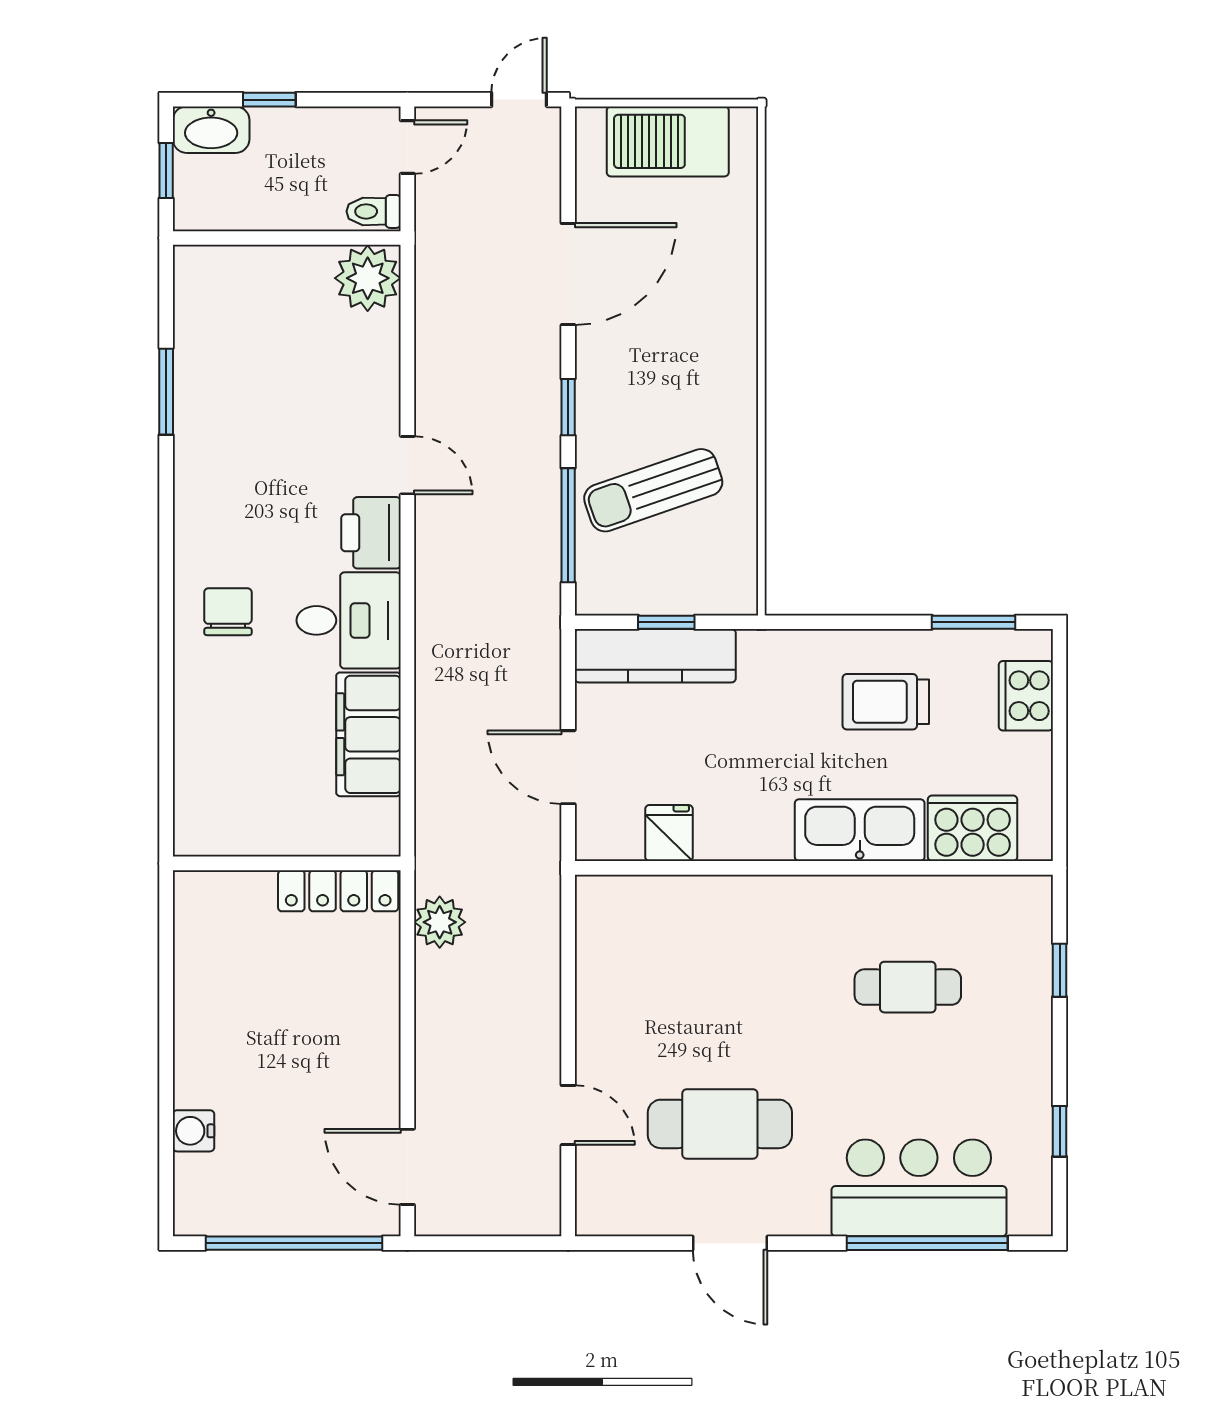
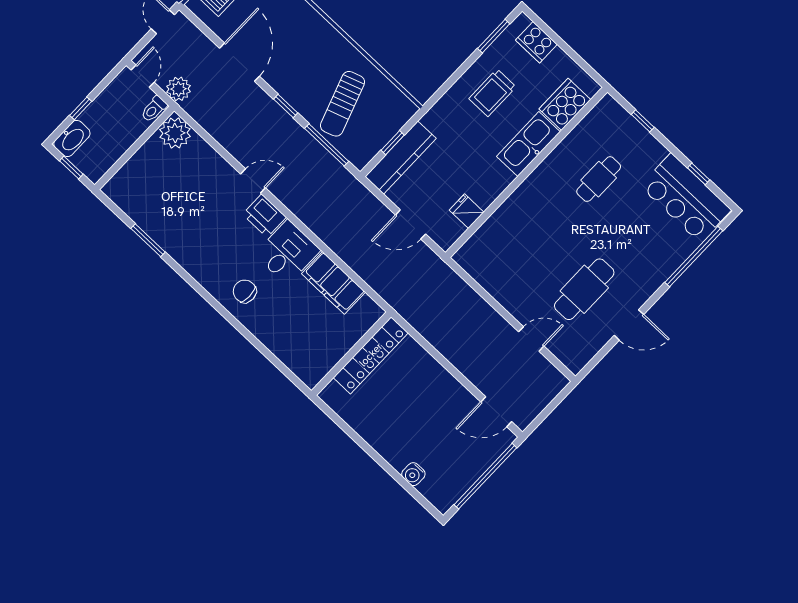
locker: (338, 891) -> (371, 355), width x1.41, depth x1.21
plant: (440, 922) -> (179, 89), moved
bar counter: (919, 1188) -> (686, 198), moved, turned -90

